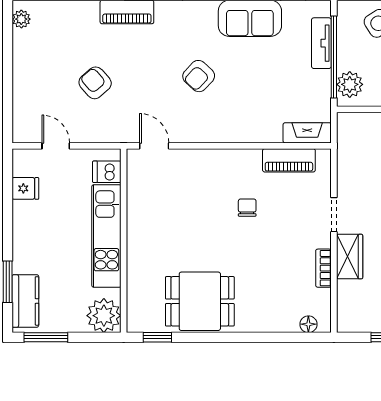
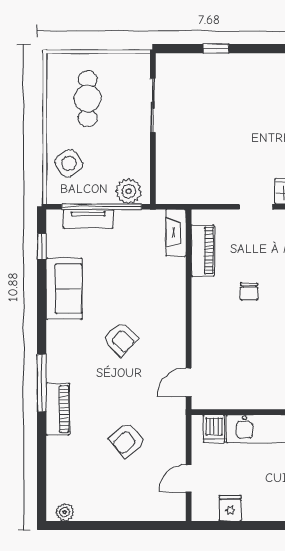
chair: (247, 208) -> (249, 291), turned -90

